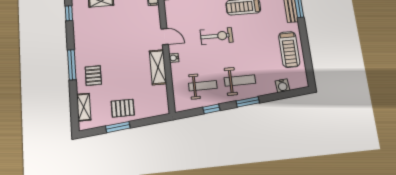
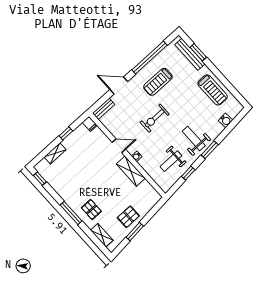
exercise bike: (217, 36) -> (155, 118), turned 180
weight bench: (240, 81) -> (194, 139), turned -90
weight bench: (203, 86) -> (171, 161), turned 180

